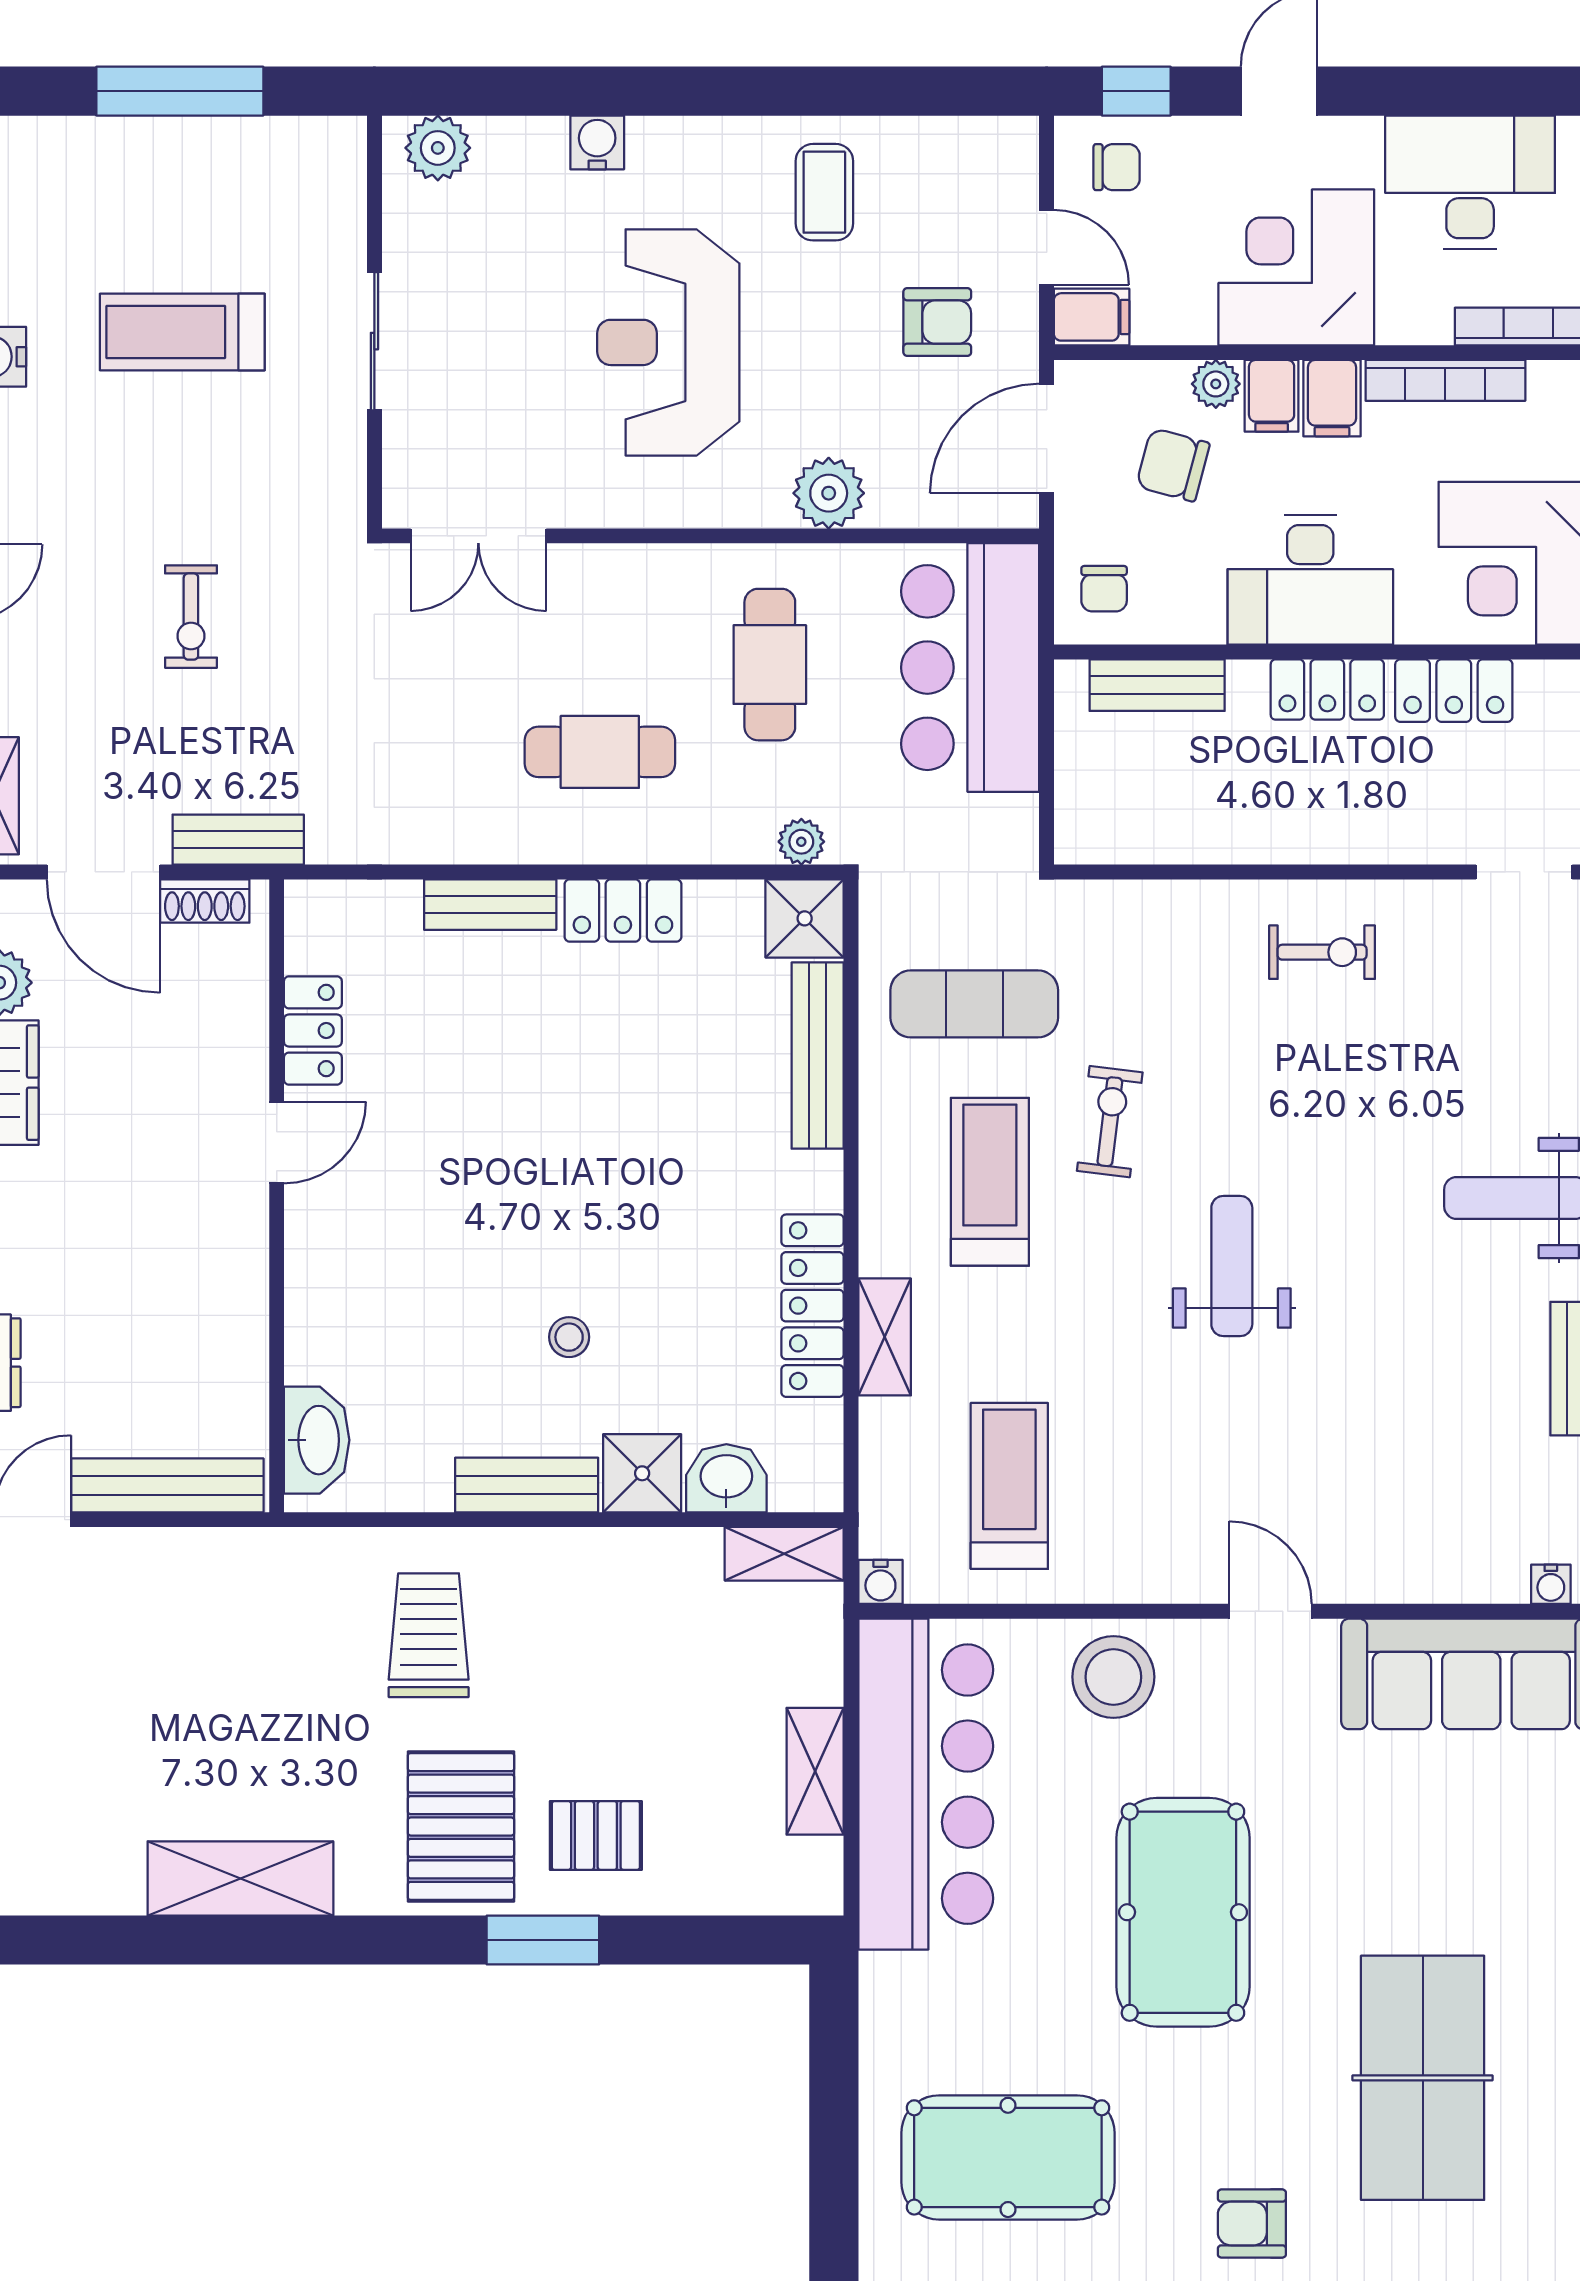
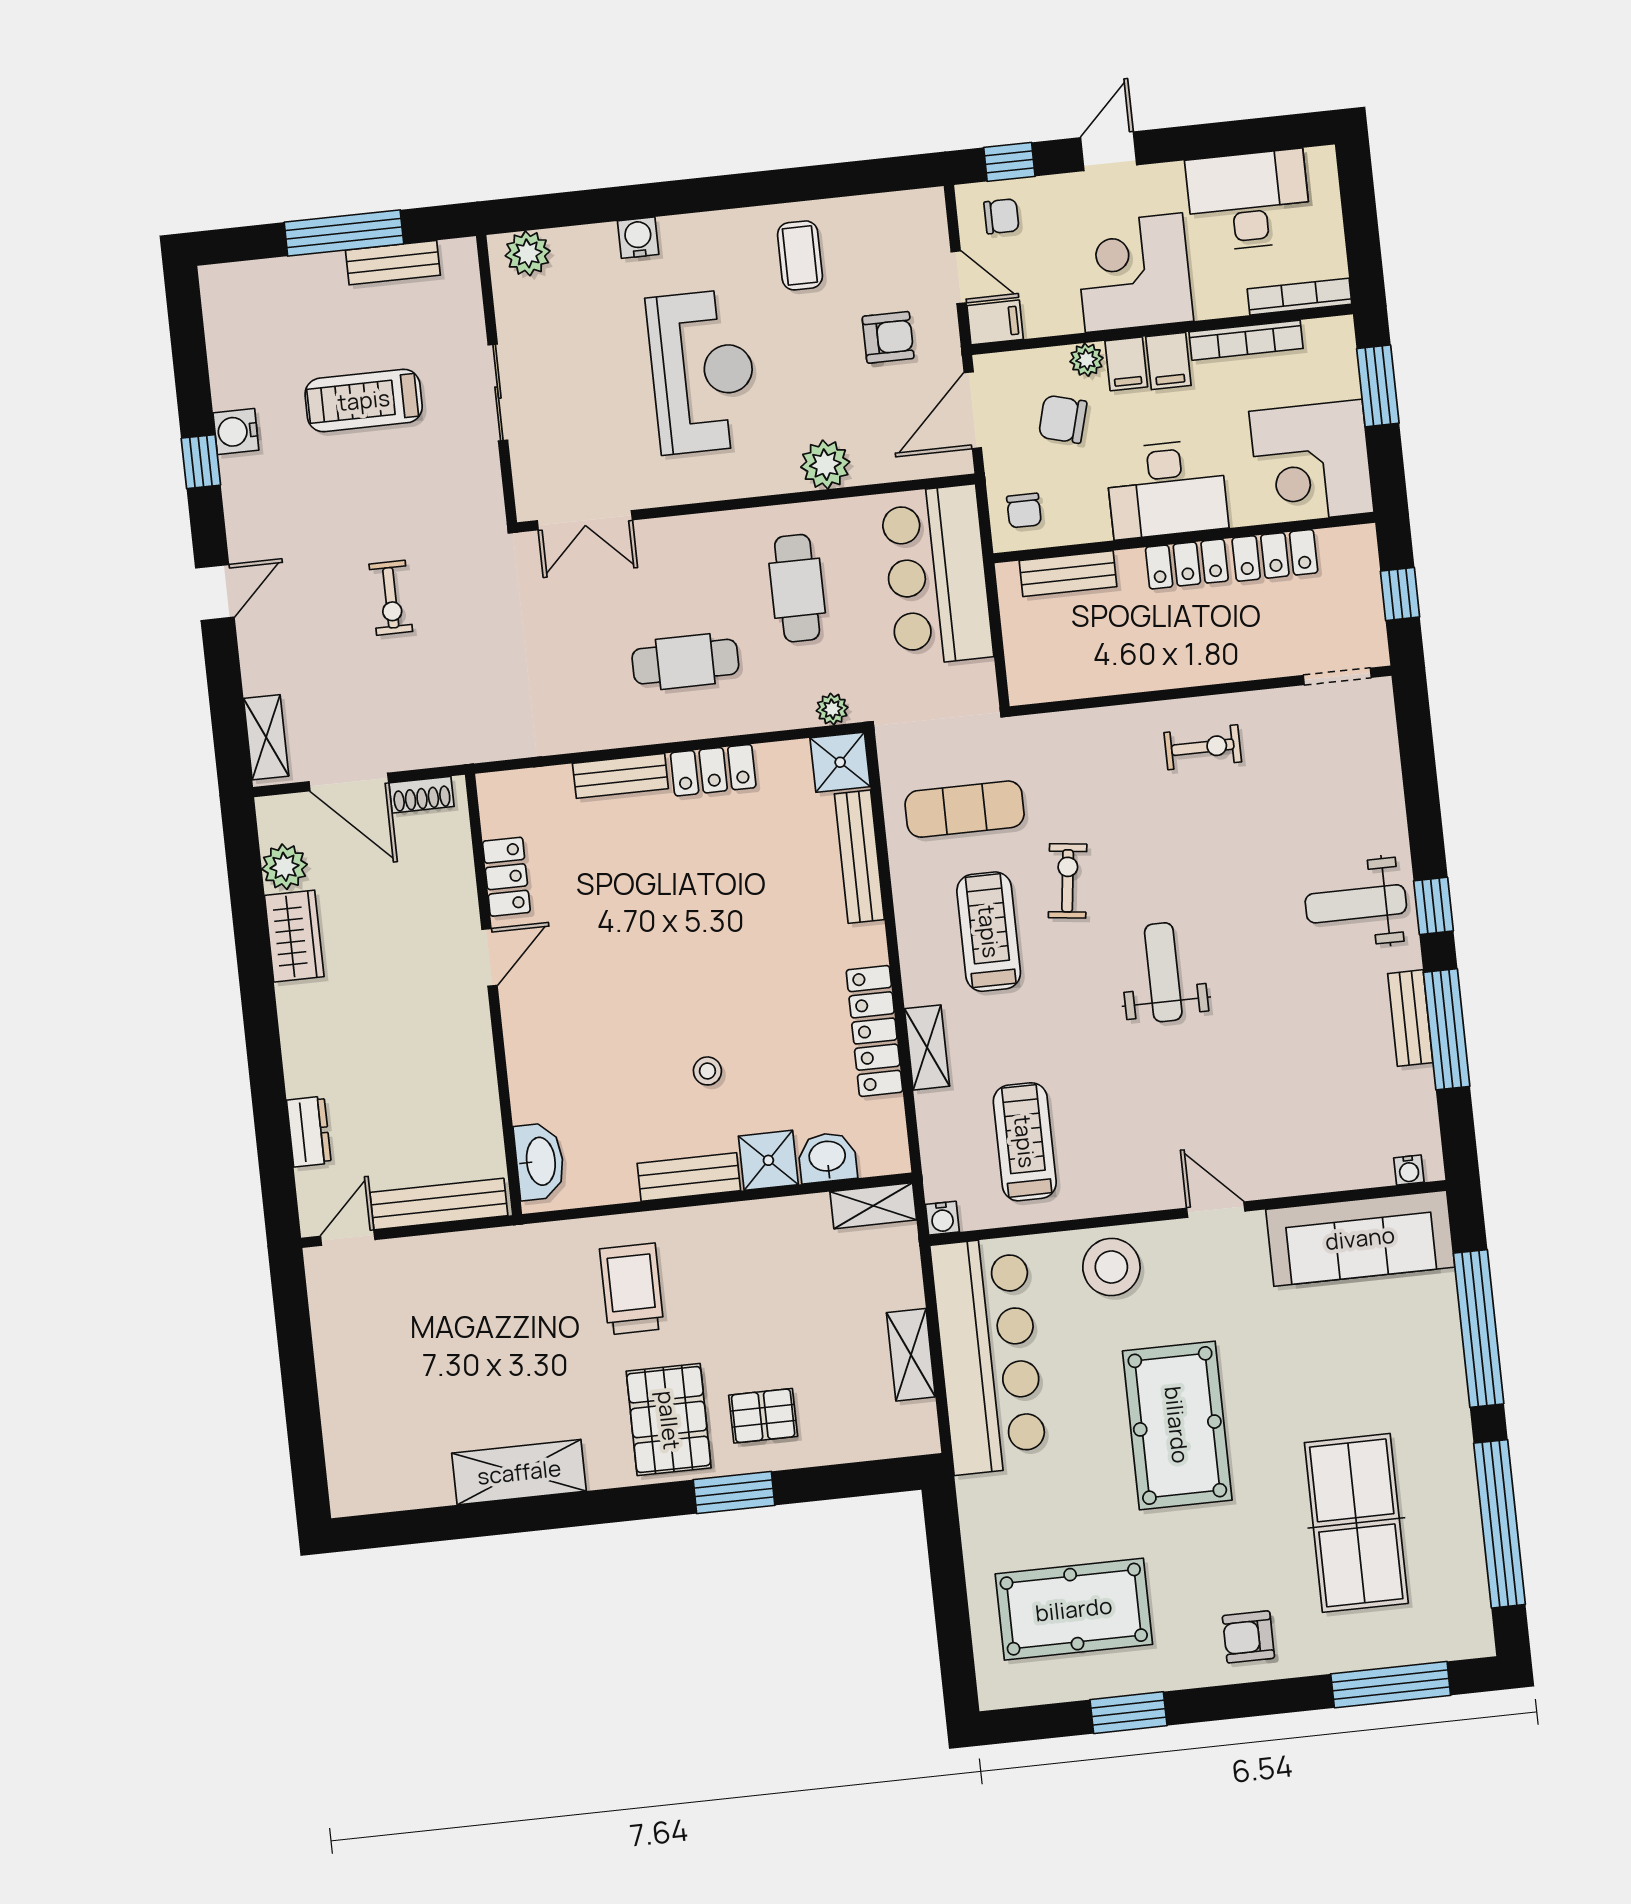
reception desk: (668, 342) -> (702, 372), turned 180
bench: (238, 840) -> (393, 263), moved

